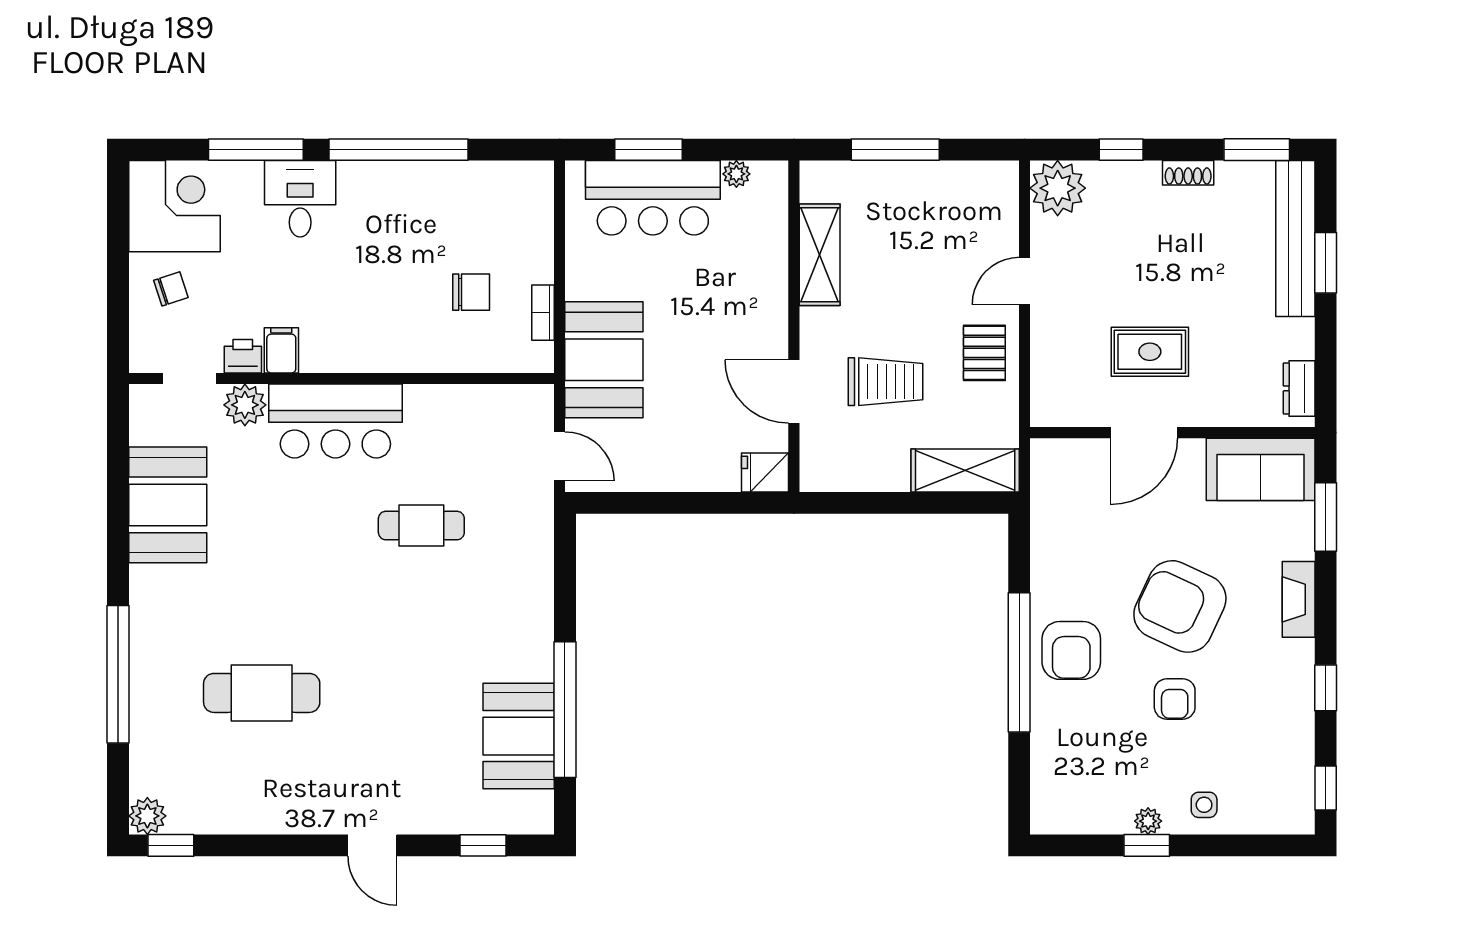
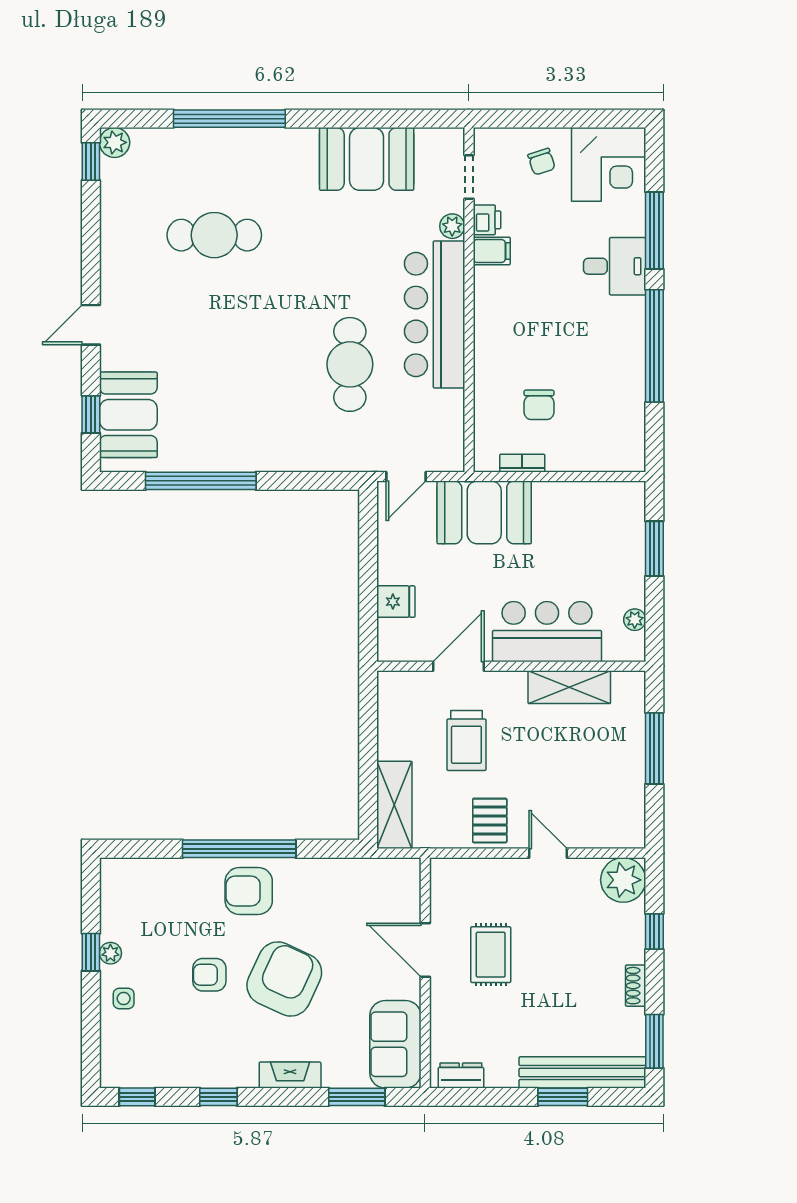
bar counter: (653, 198) -> (547, 632), moved, turned 90
pallet: (984, 353) -> (490, 821), turned 90
plant: (245, 405) -> (452, 226), width x0.73, depth x0.73
bar counter: (335, 421) -> (435, 314), width x1.36
fridge: (765, 472) -> (396, 602), moved, turned 90
cafe table: (421, 526) -> (350, 364), width x1.37, depth x1.35
cafe table: (262, 693) -> (214, 235), turned 90
booth: (519, 736) -> (128, 415), moved, turned 90

